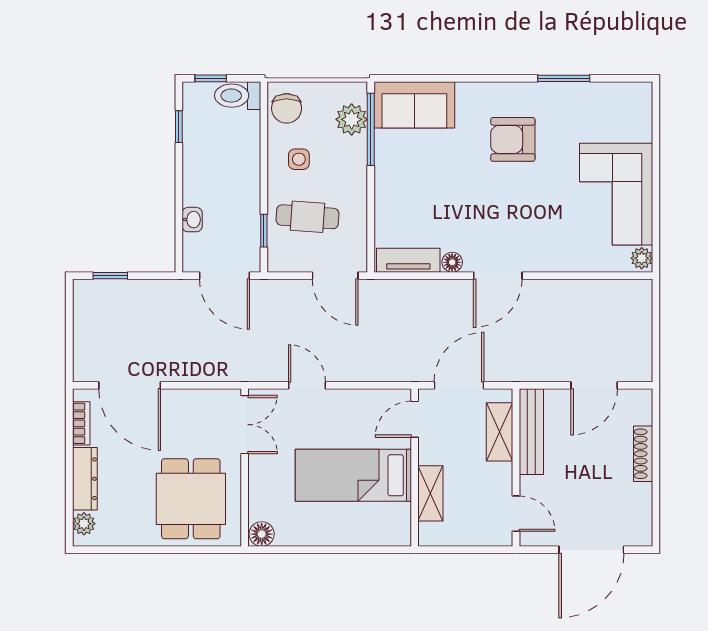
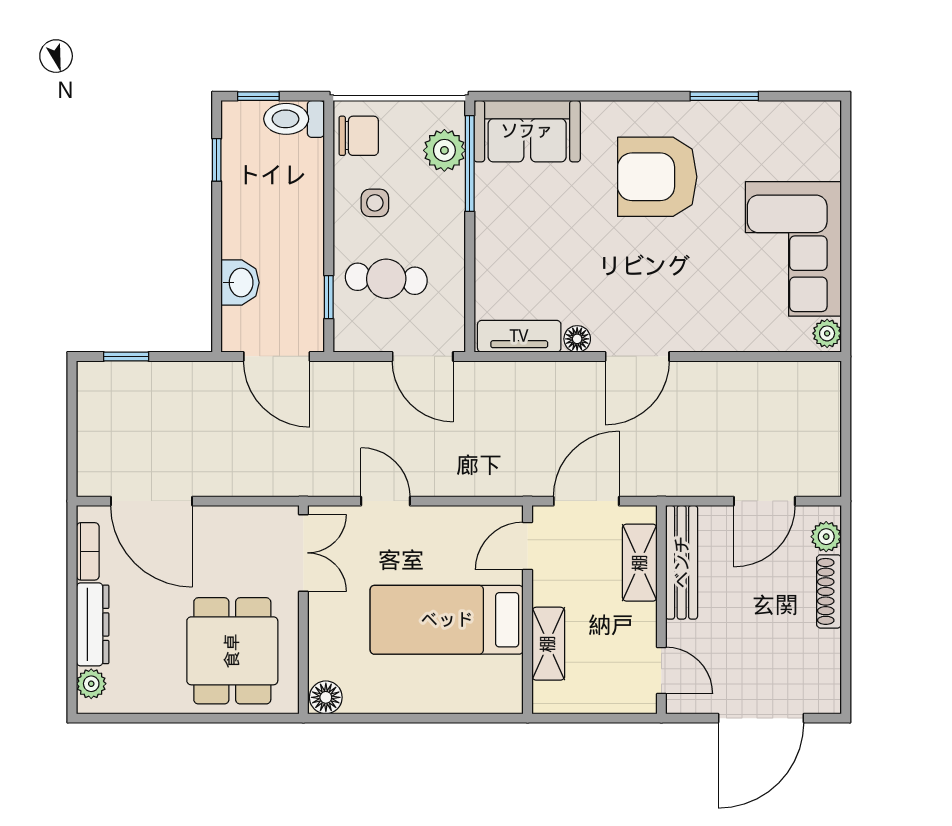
chair: (287, 108) -> (359, 136), turned -90
armchair: (513, 139) -> (657, 177), width x1.36, depth x1.36
washbasin: (192, 220) -> (240, 283), width x1.38, depth x1.45
plant: (641, 412) -> (826, 537), added

